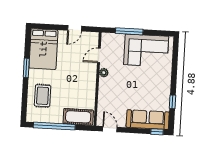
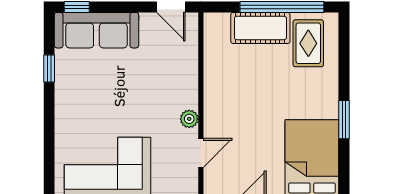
rug: (43, 96) -> (308, 43), moved
cot: (78, 117) -> (260, 28), moved

